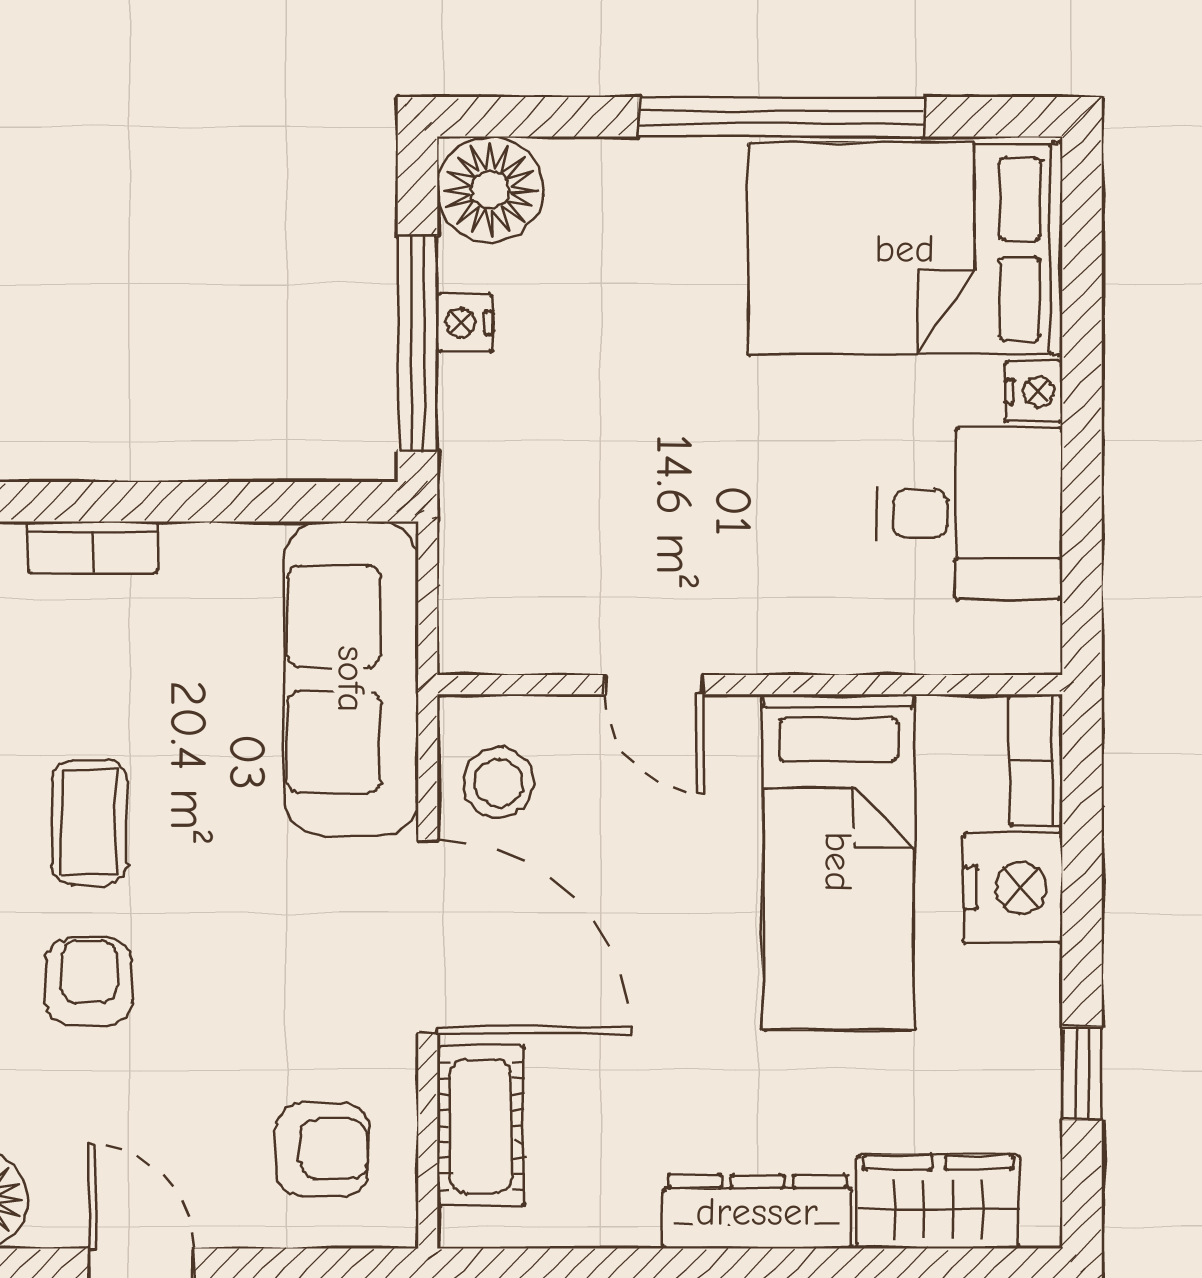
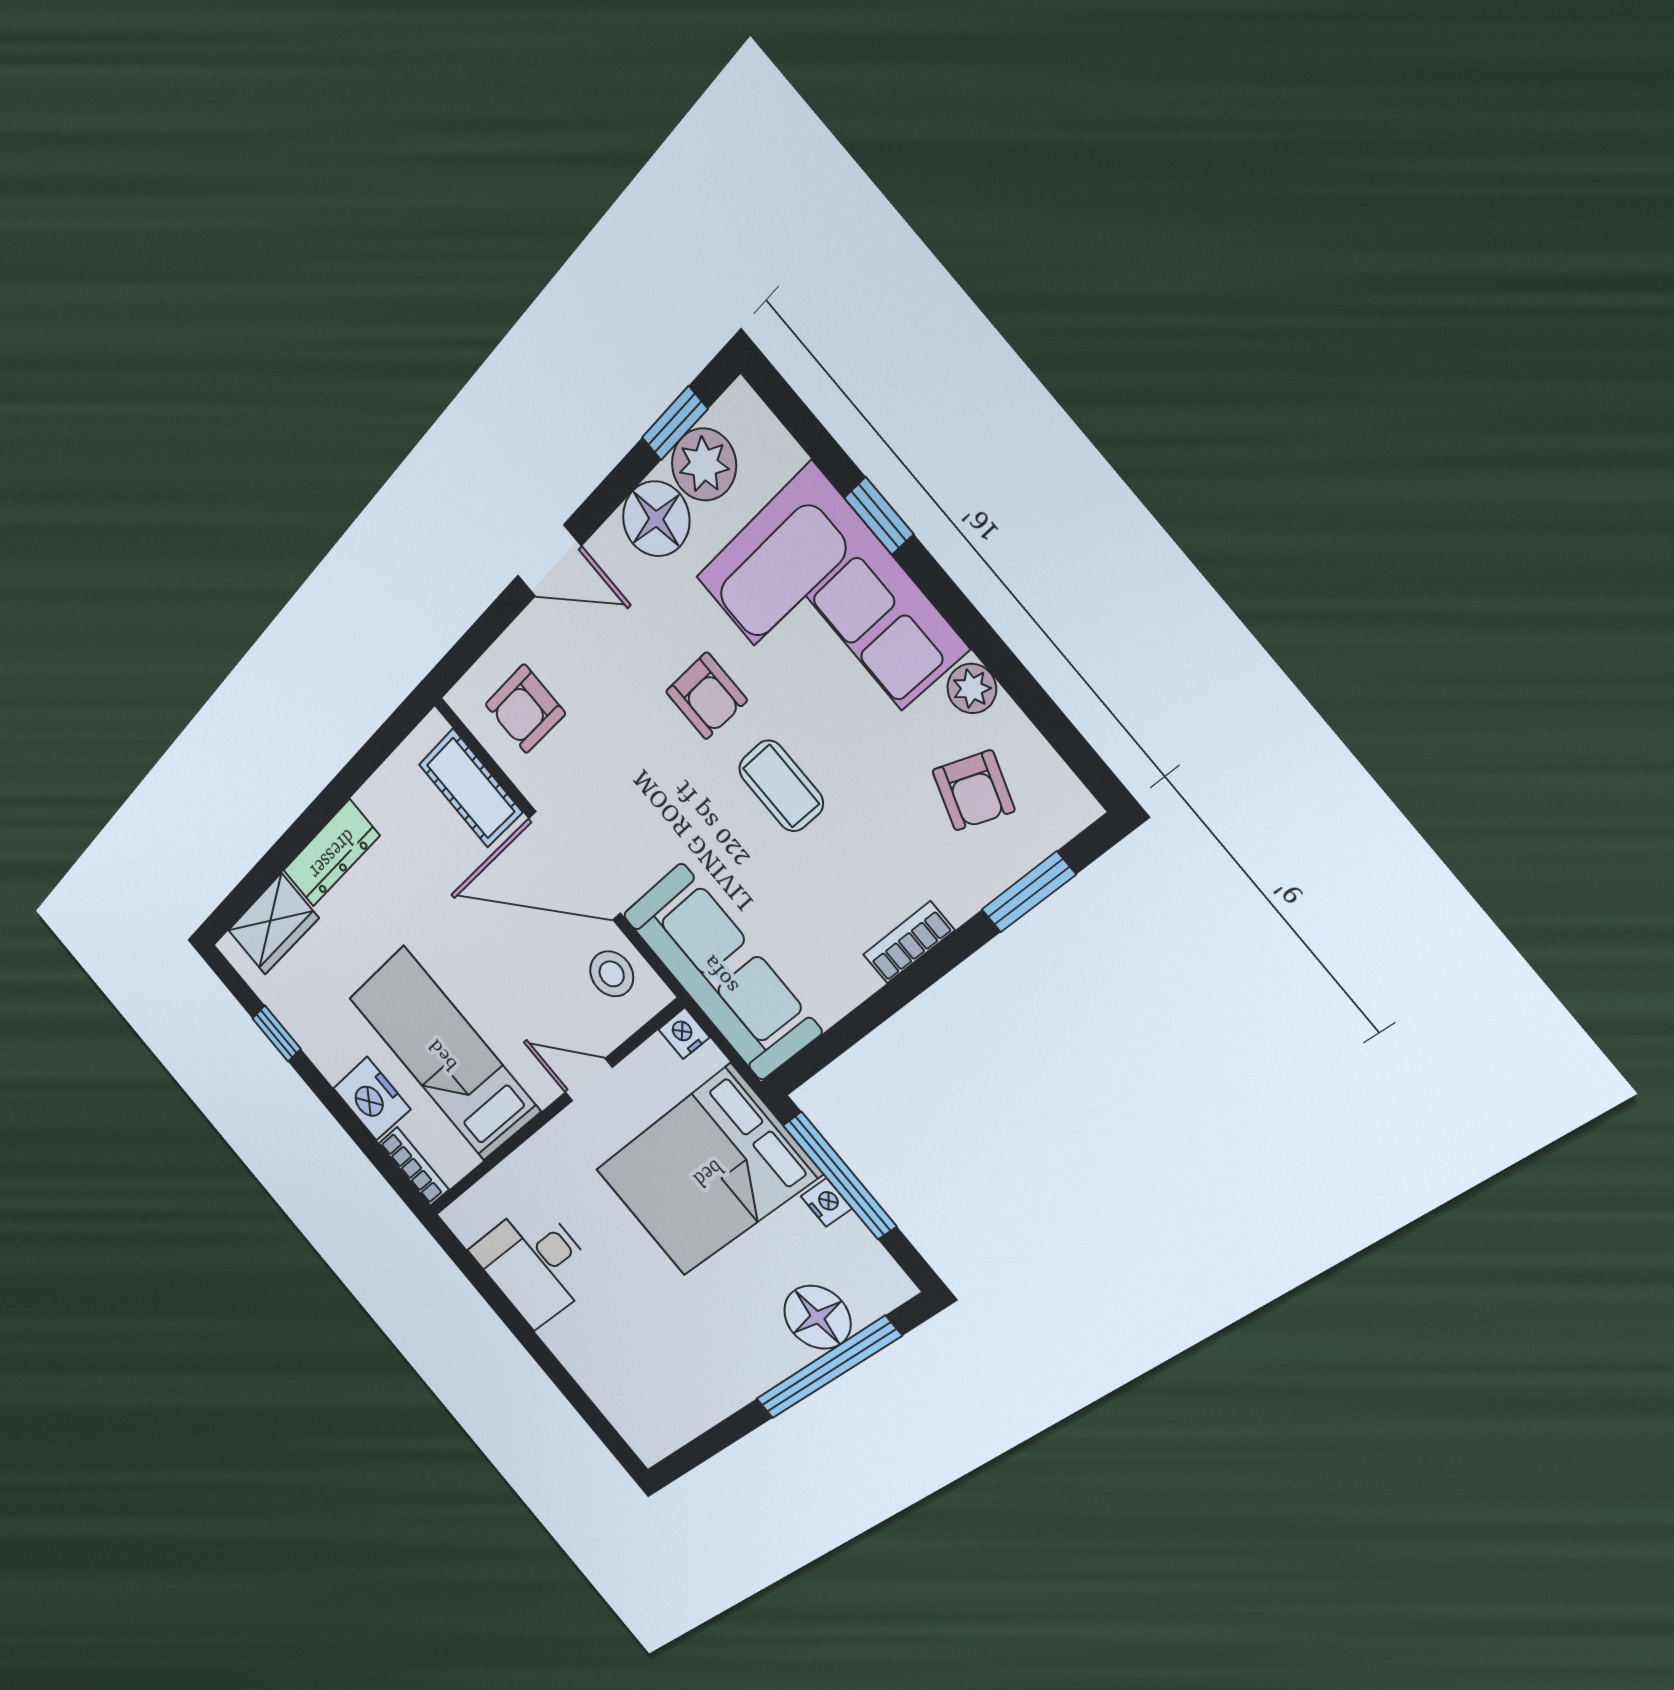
window: (781, 117) -> (828, 1368), moved
floor lamp: (490, 190) -> (817, 1317), moved
bed: (905, 249) -> (707, 1172), moved, turned 180
nightstand: (1034, 391) -> (684, 1033), moved, turned 90

